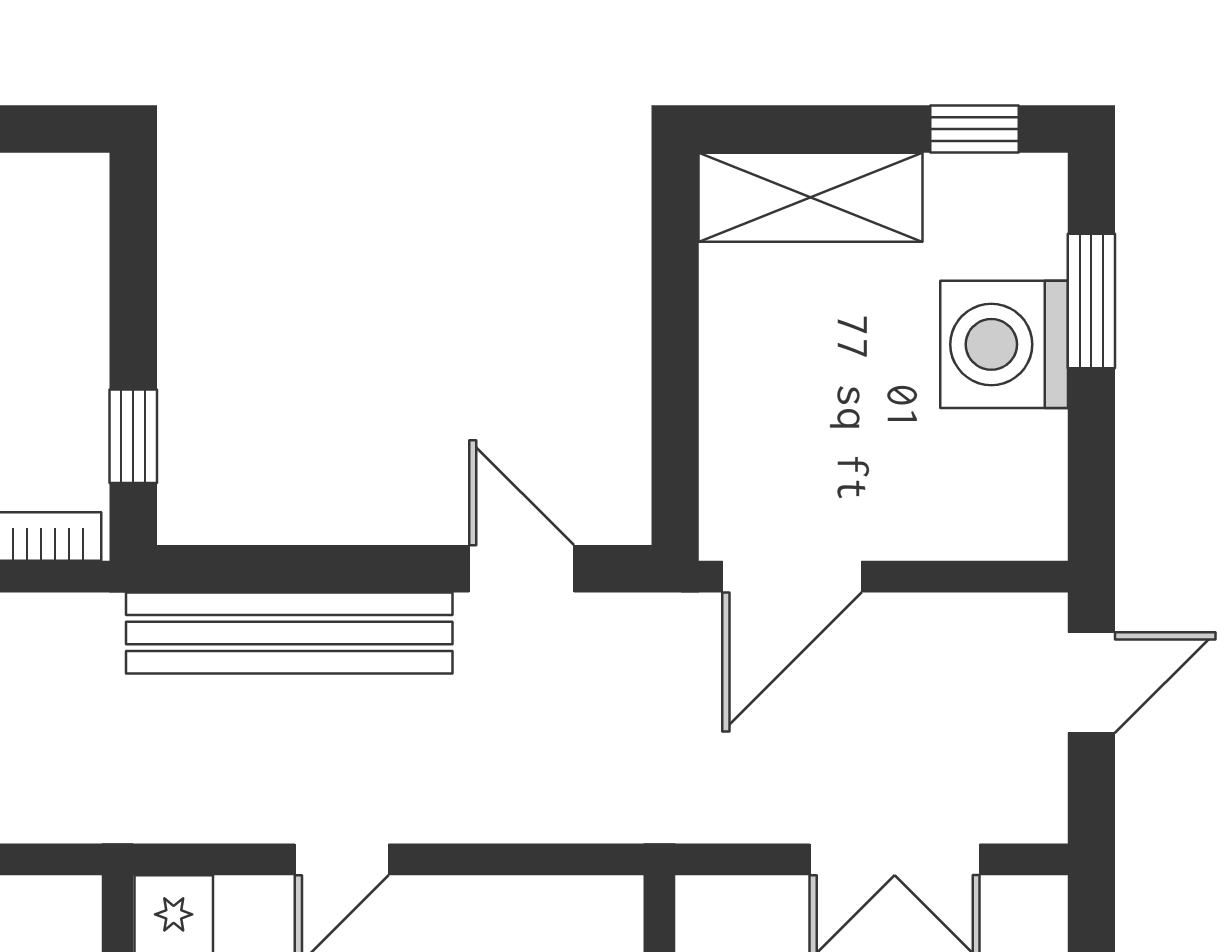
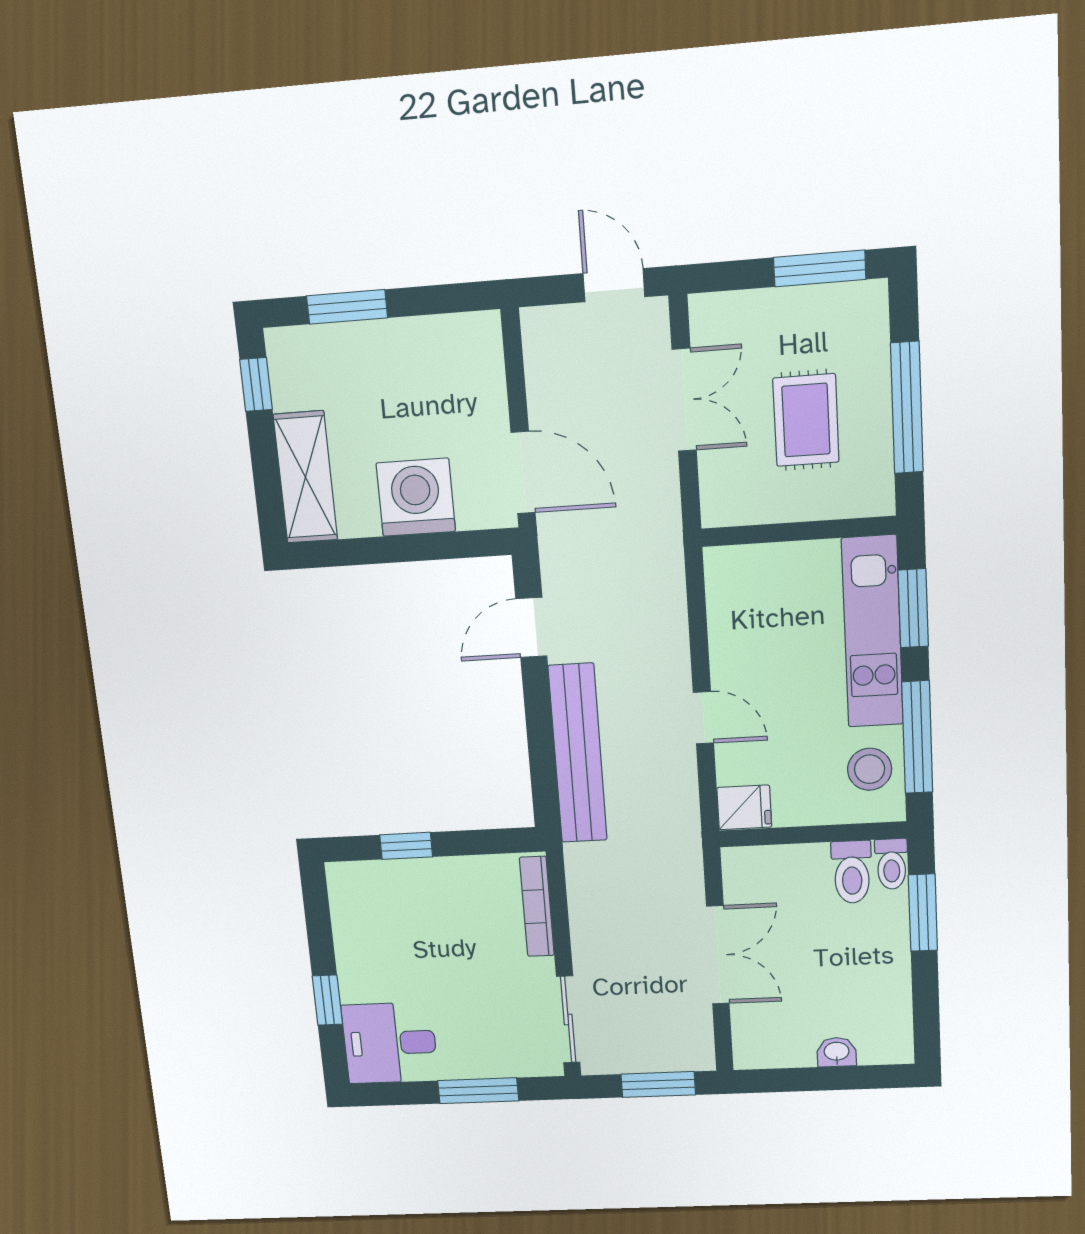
washing machine: (1004, 344) -> (416, 497), moved, turned 180
window: (133, 436) -> (406, 846), moved
door: (1091, 683) -> (614, 285), moved

